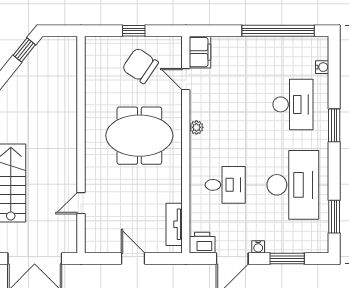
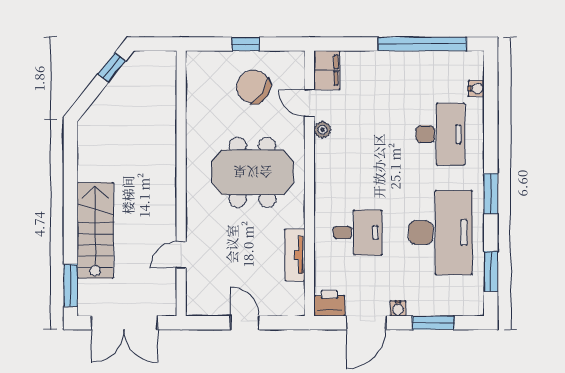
window: (334, 125) -> (491, 194), moved
plant: (196, 127) -> (322, 130), moved
tv unit: (174, 224) -> (295, 255), moved

